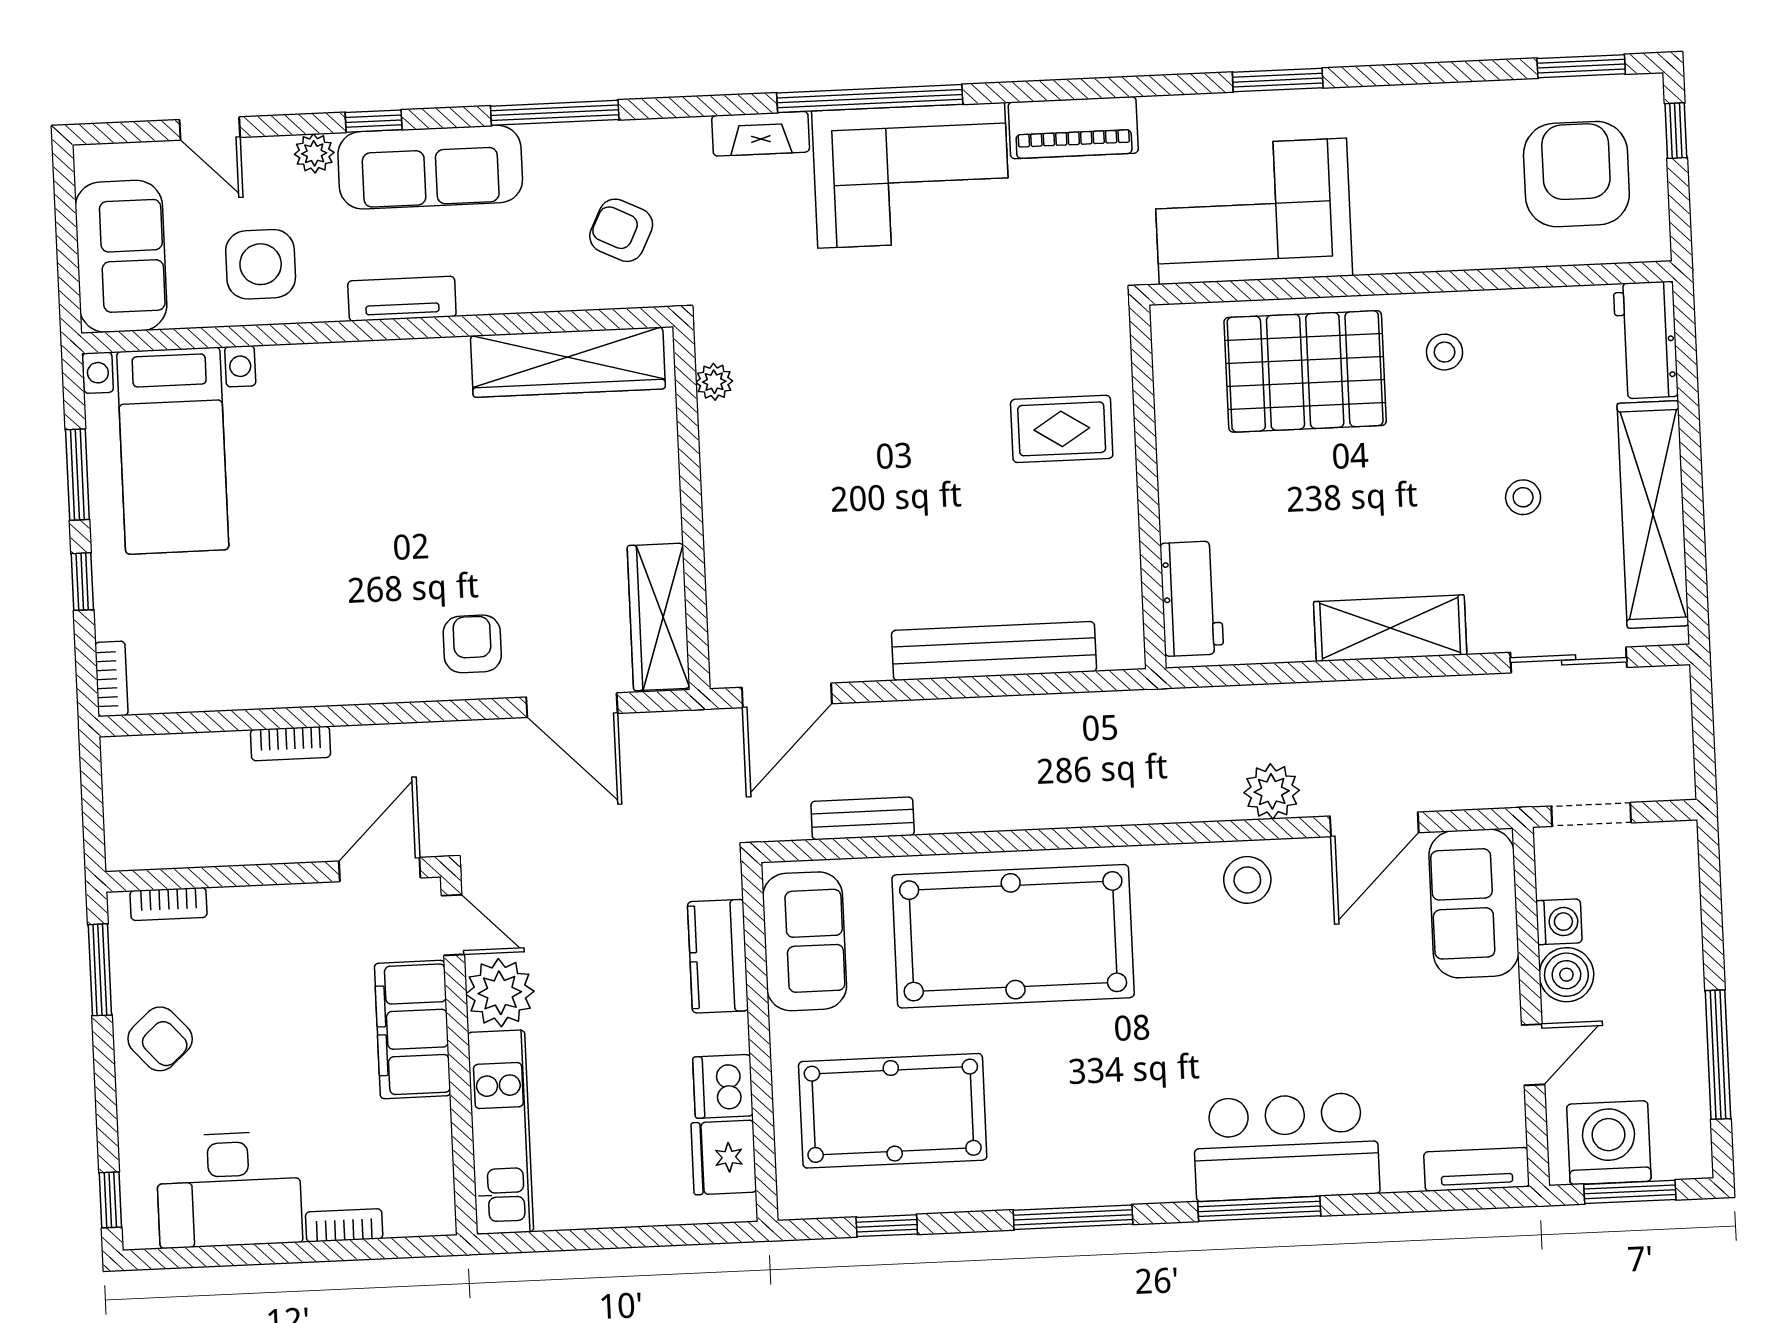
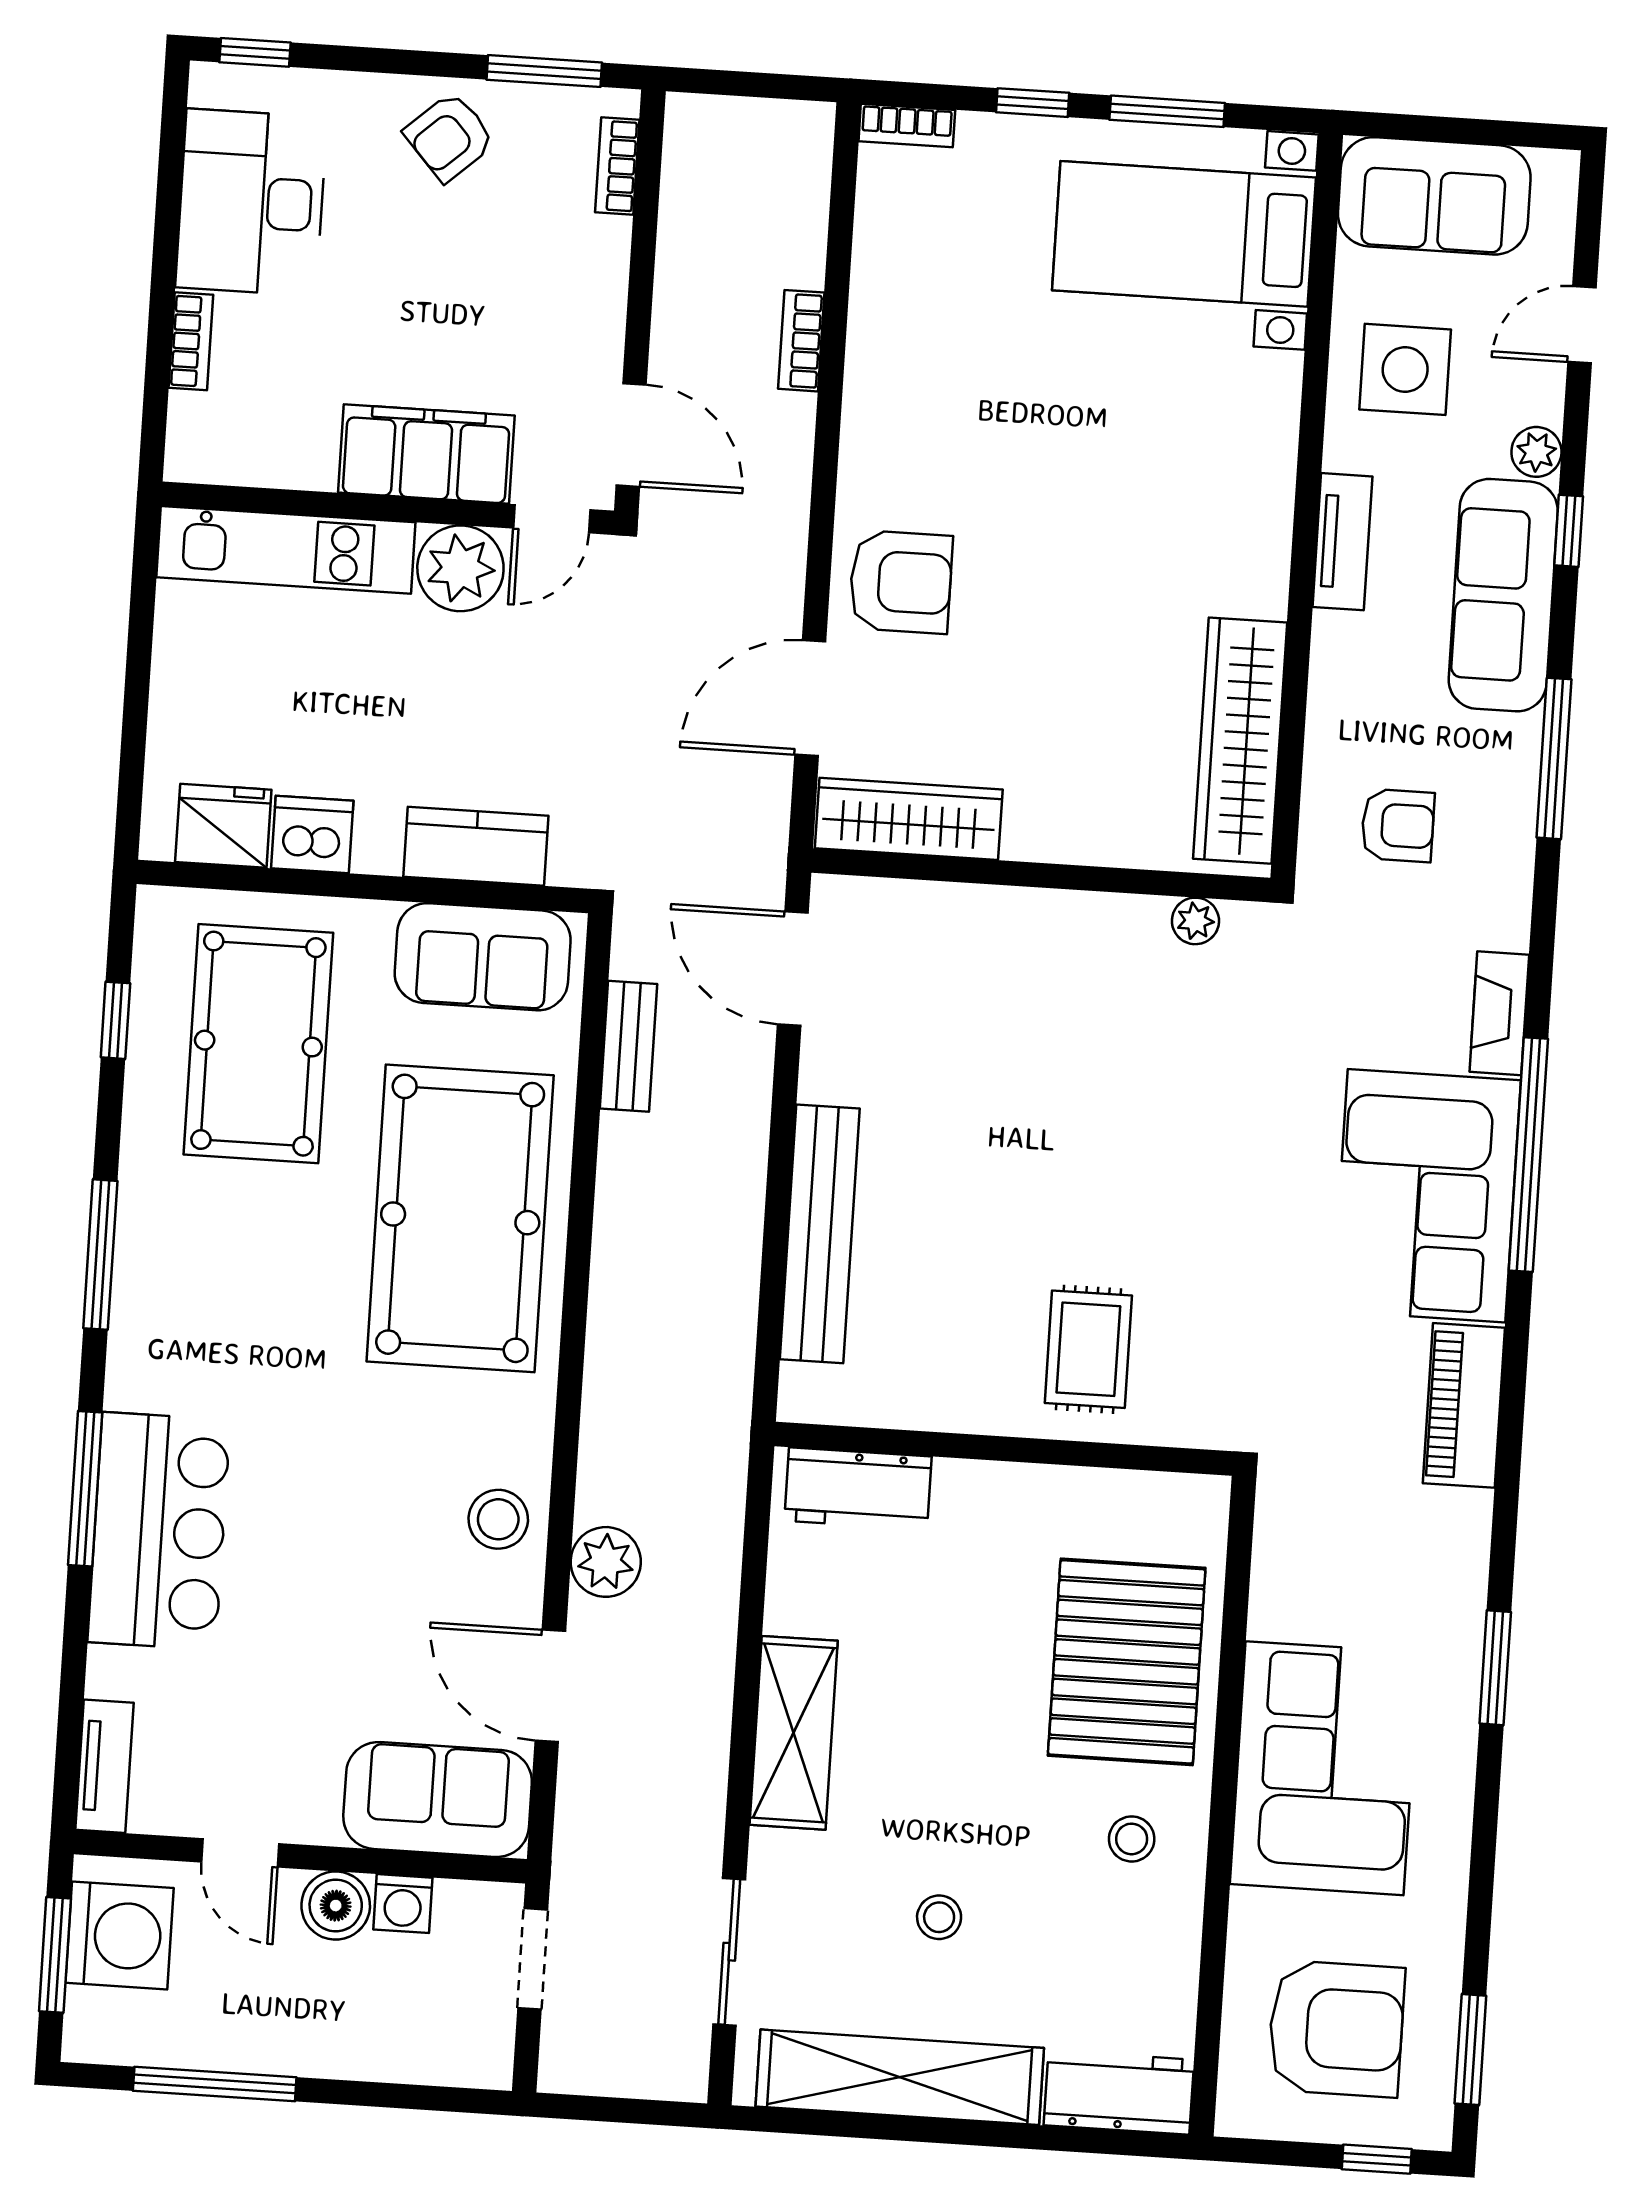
corner sofa: (1253, 211) -> (1325, 1768), moved
armchair: (621, 230) -> (1398, 825), turned 64
armchair: (472, 644) -> (901, 582), width x1.38, depth x1.38

